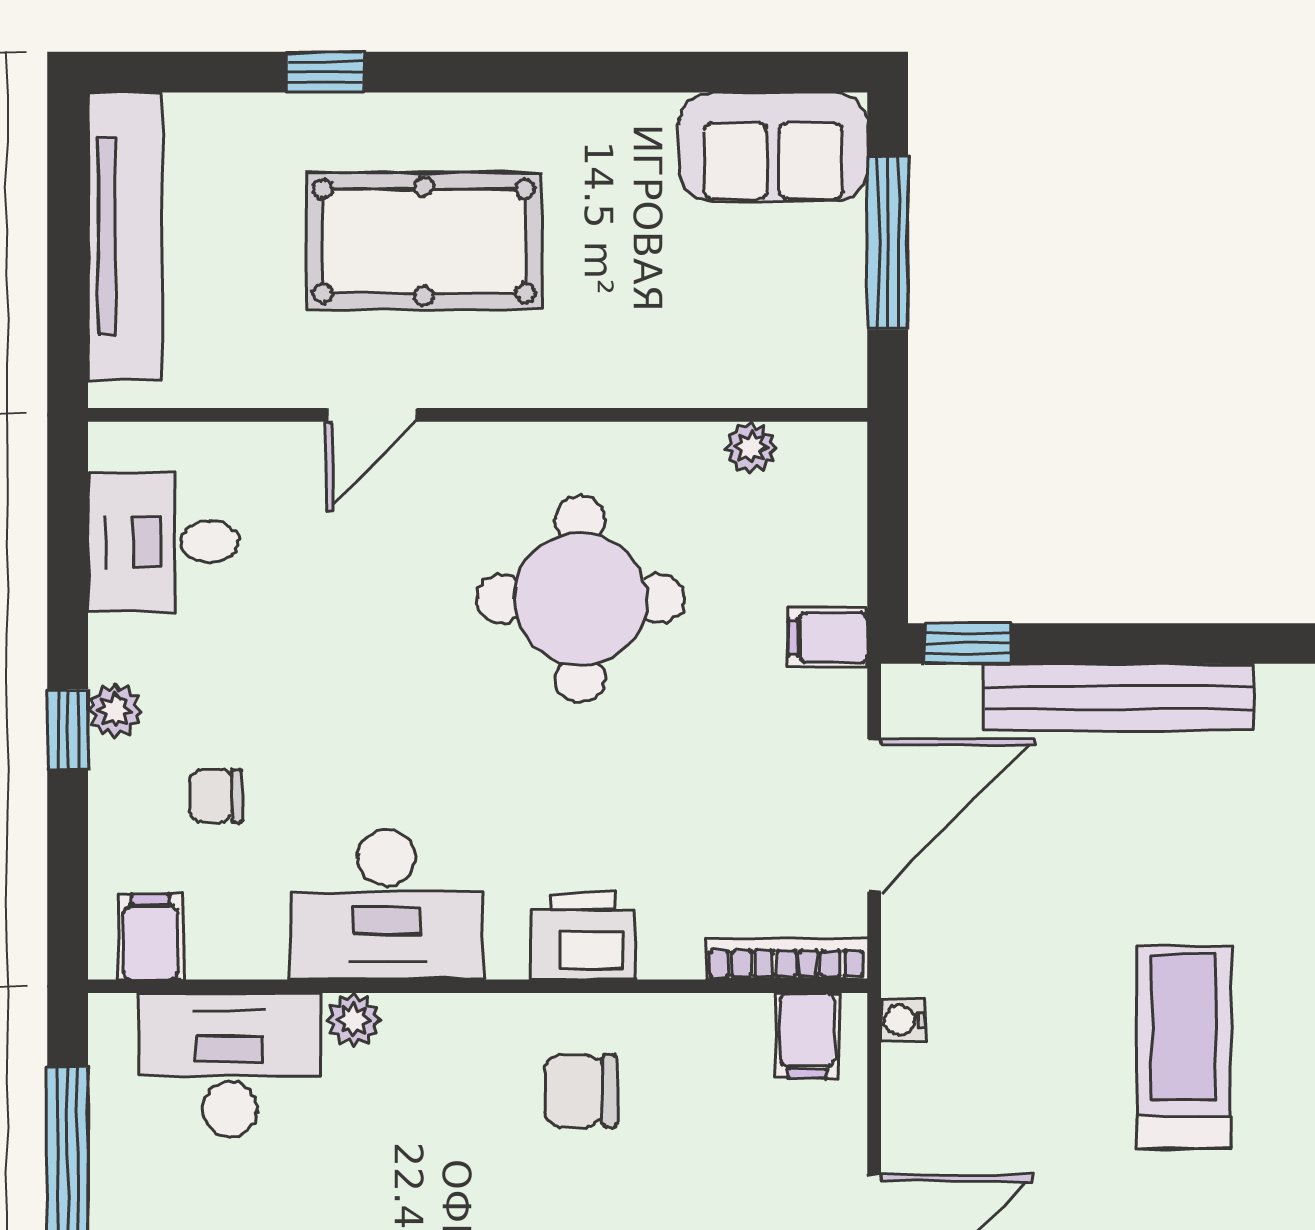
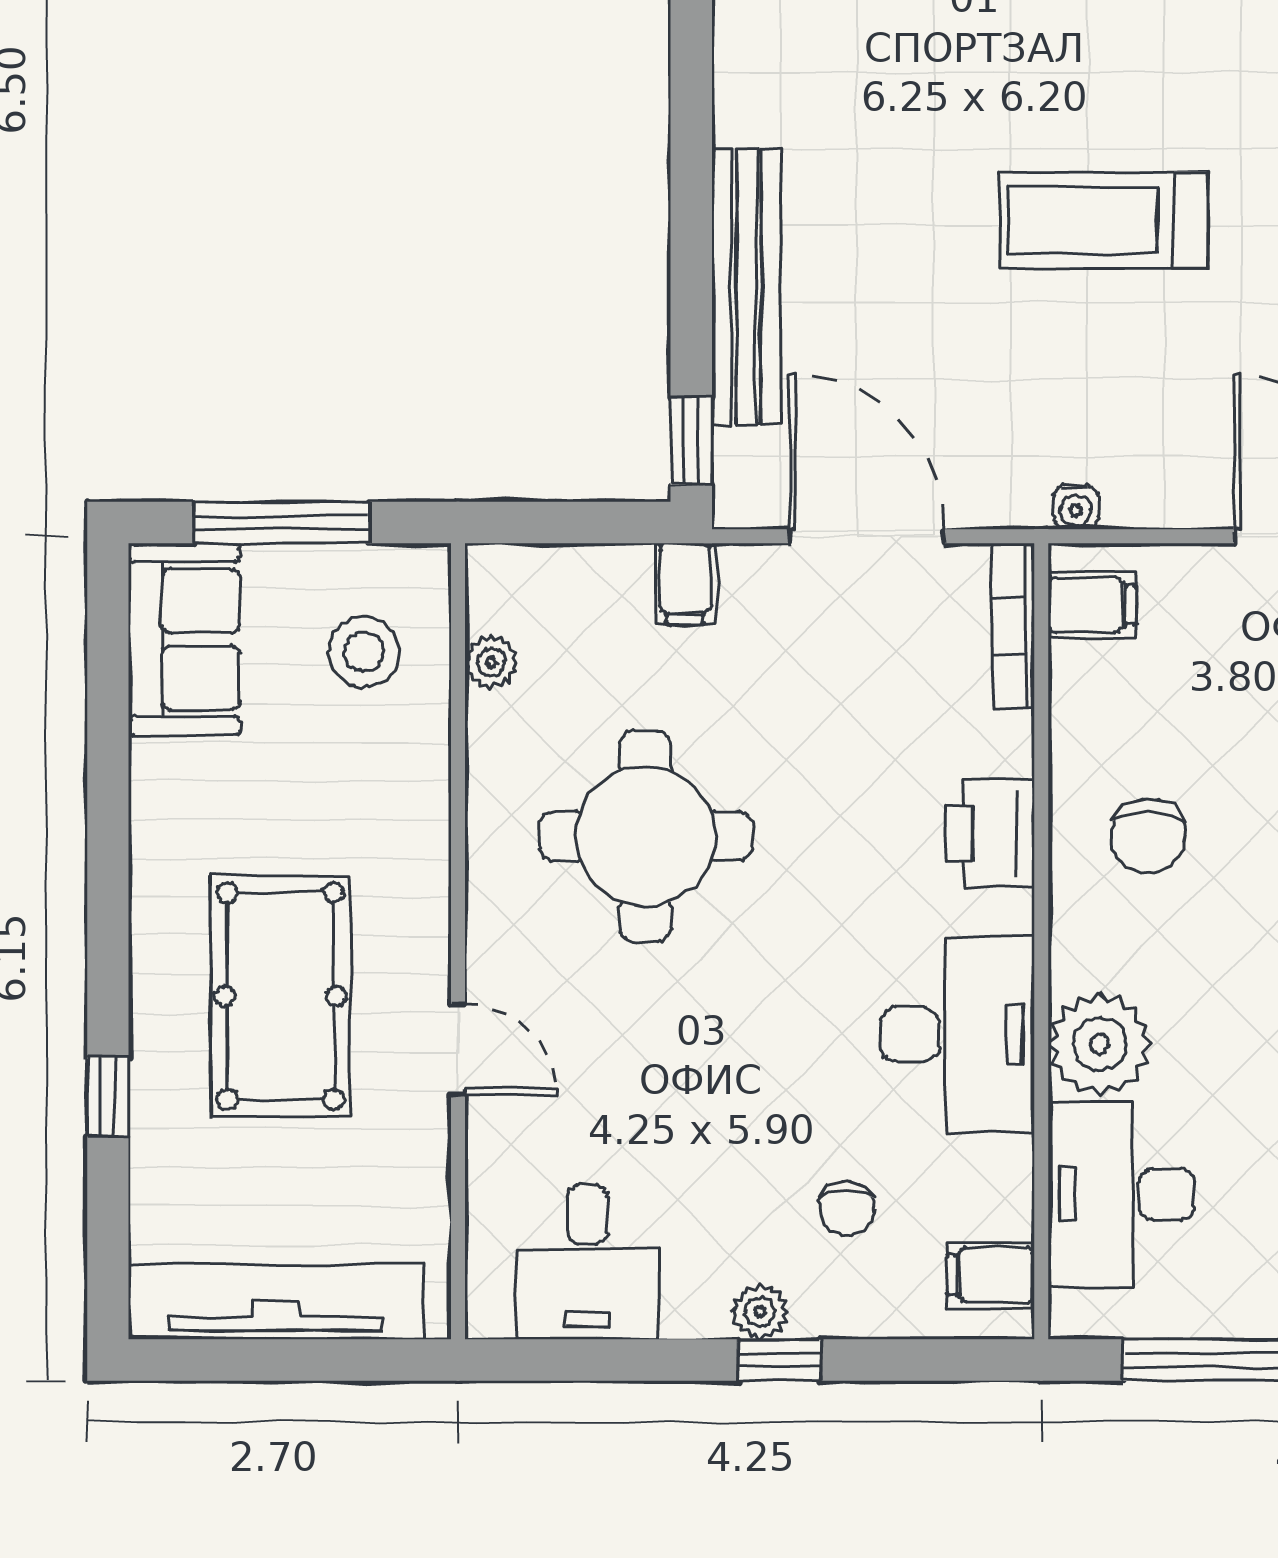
stool: (761, 323) -> (364, 652), added
plant: (353, 1020) -> (1100, 1044), width x1.88, depth x1.88

